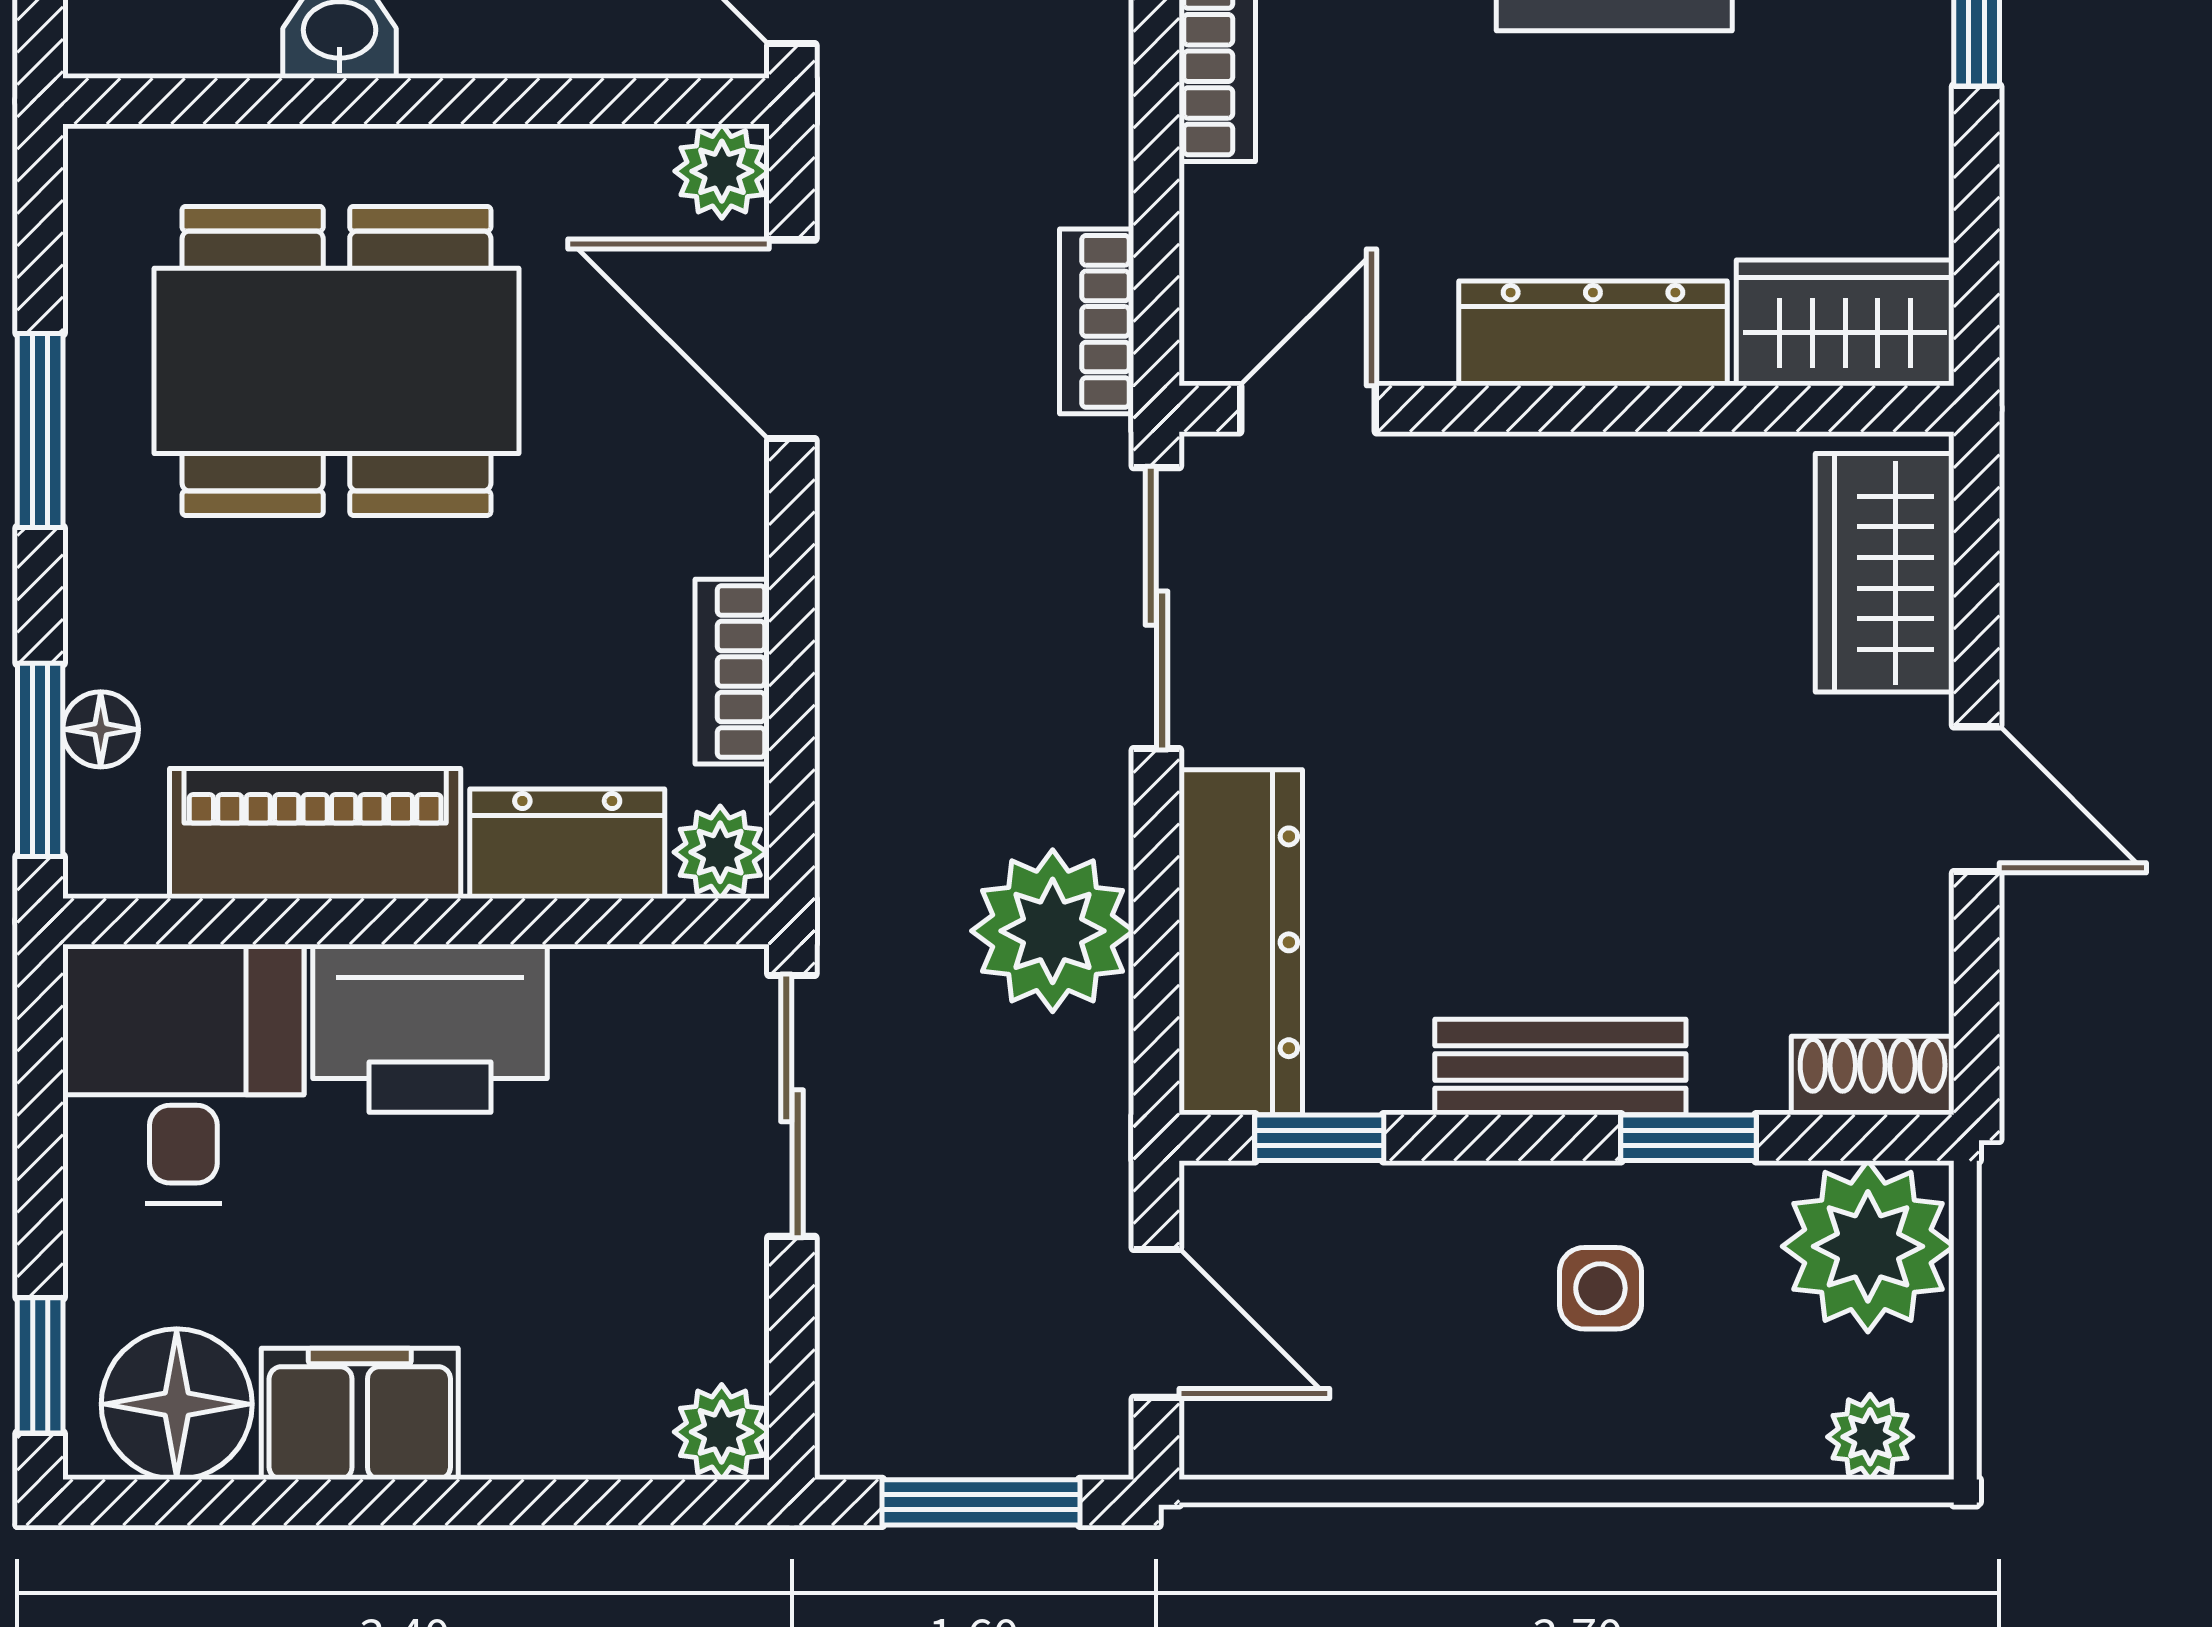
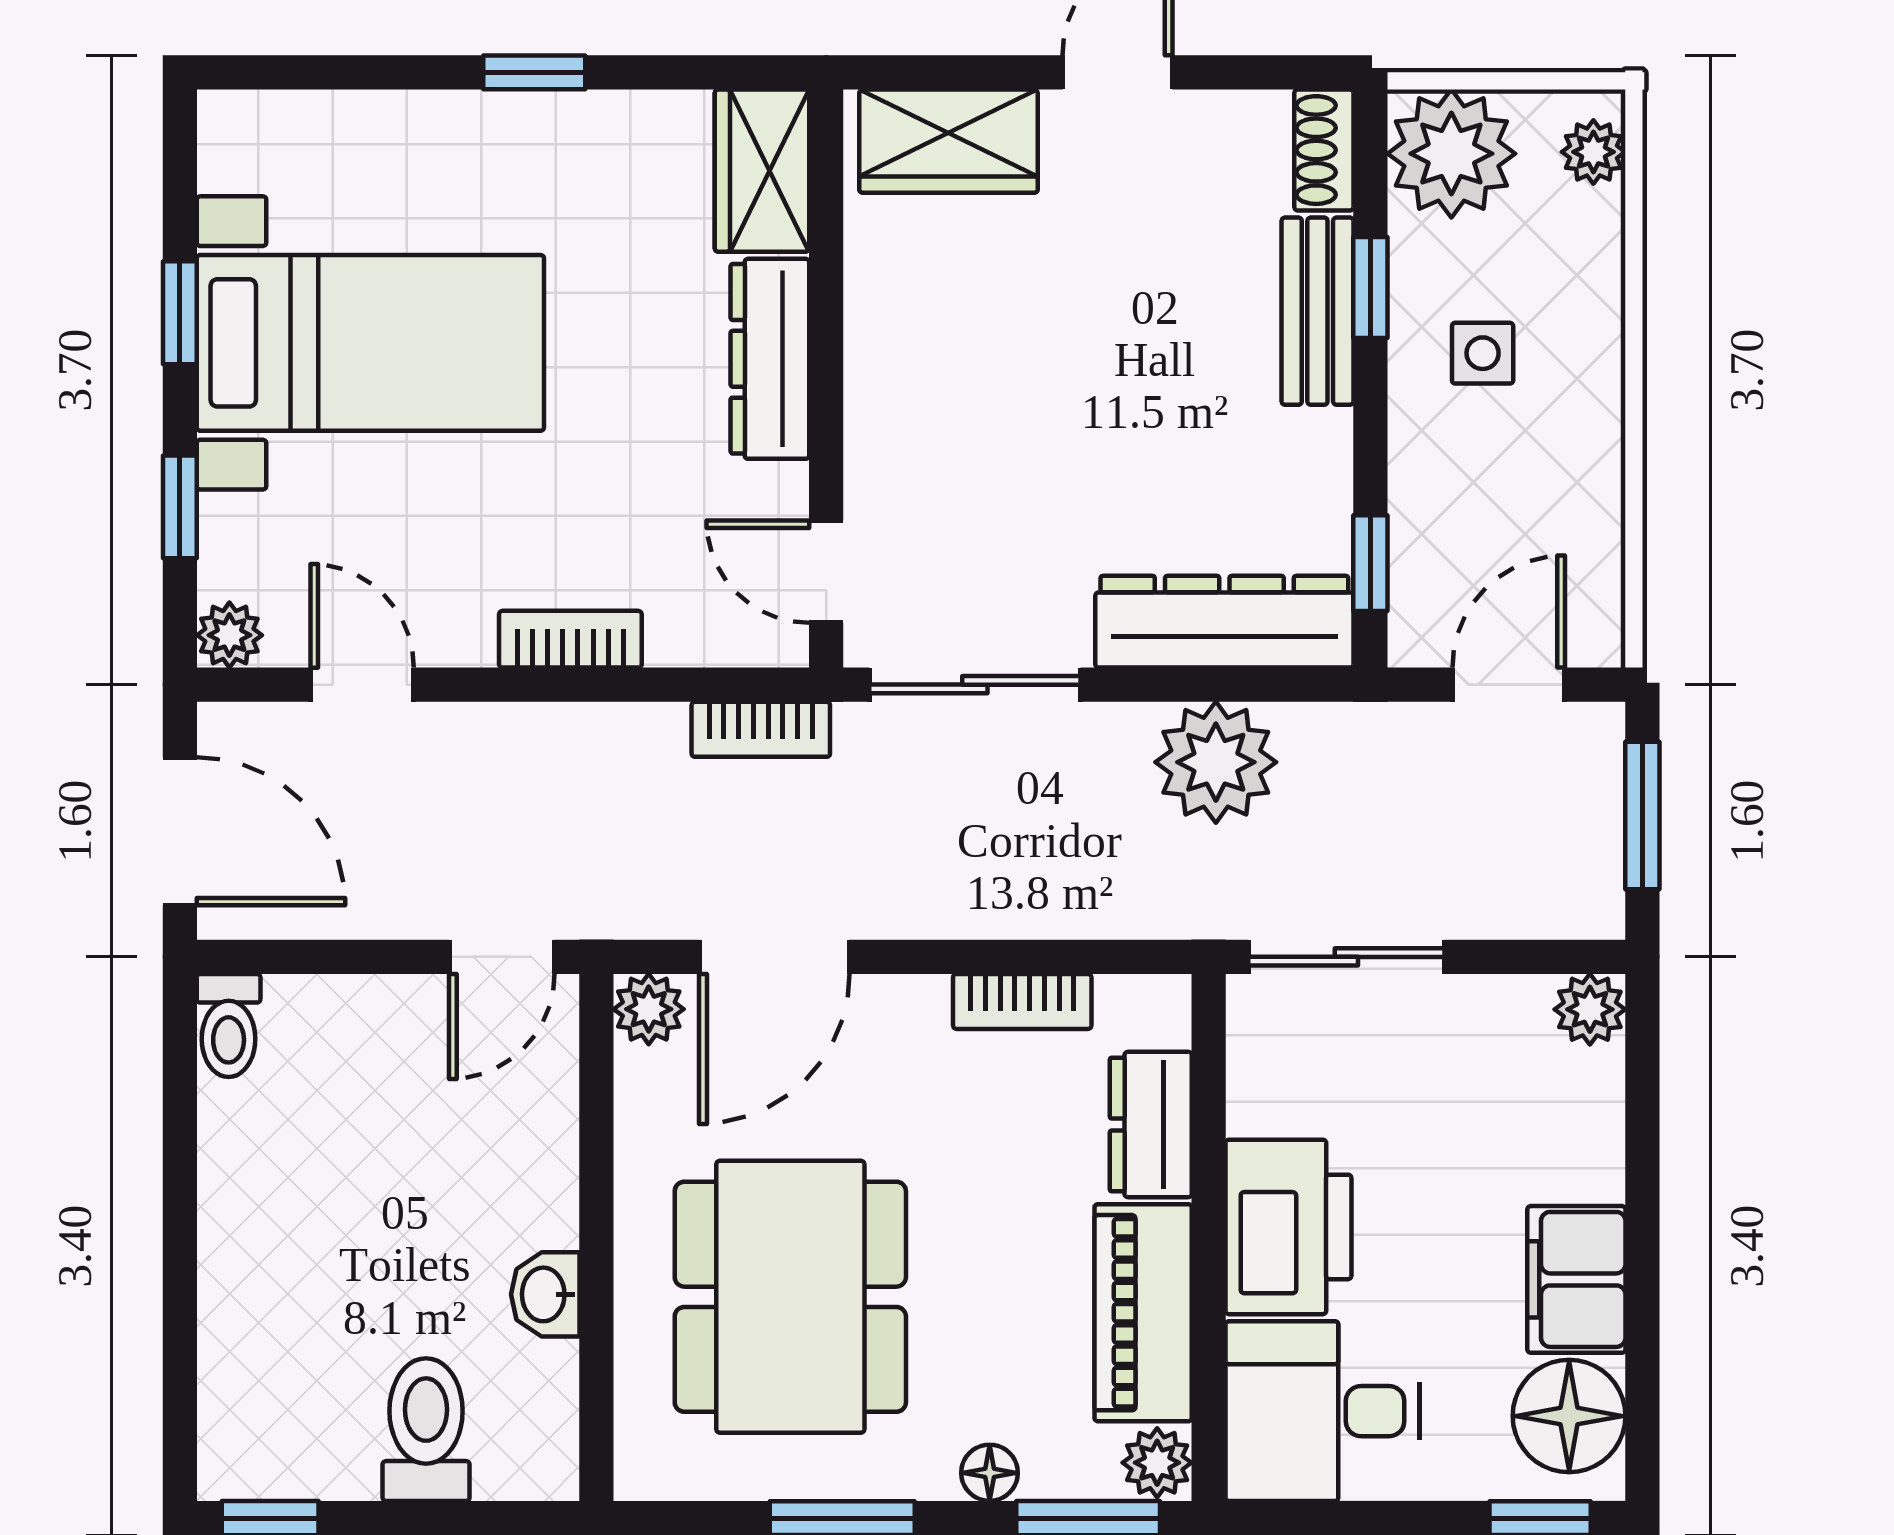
floor lamp: (101, 729) -> (990, 1473), moved
plant: (720, 852) -> (1157, 1463), moved
bench: (1560, 1067) -> (1317, 311), moved

